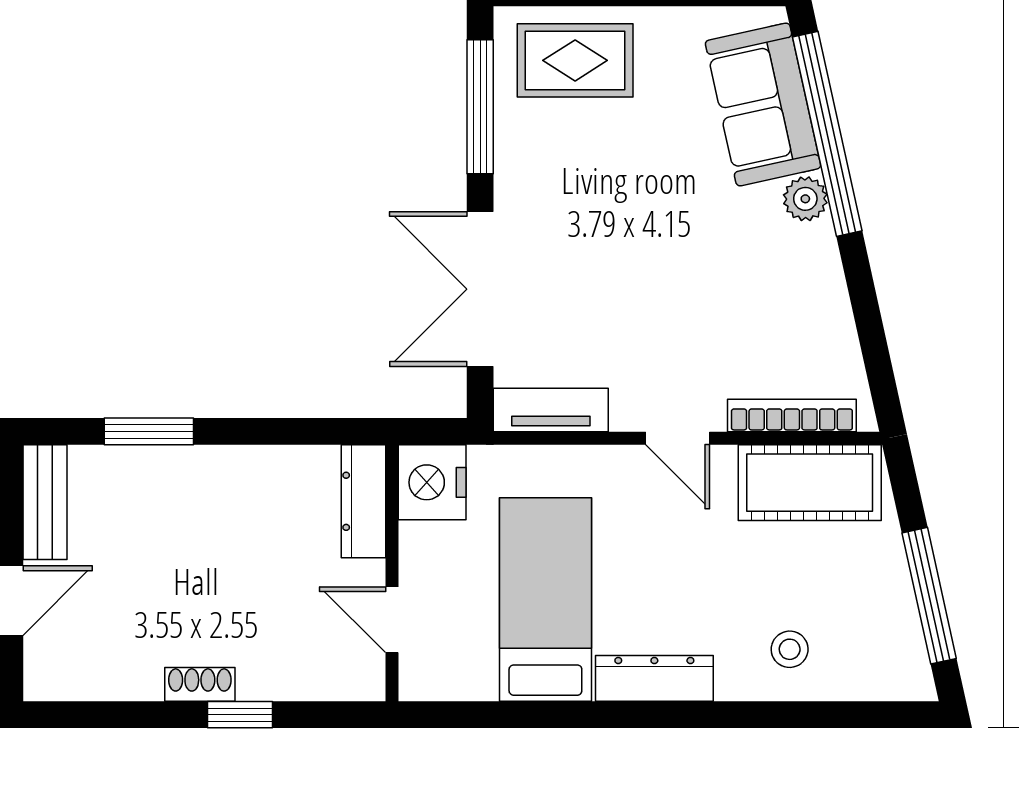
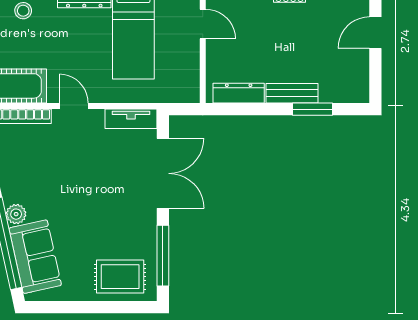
nightstand: (432, 482) -> (185, 86), removed
dresser: (363, 501) -> (239, 93), moved, turned -90
bench: (45, 502) -> (292, 93), moved, turned 90

